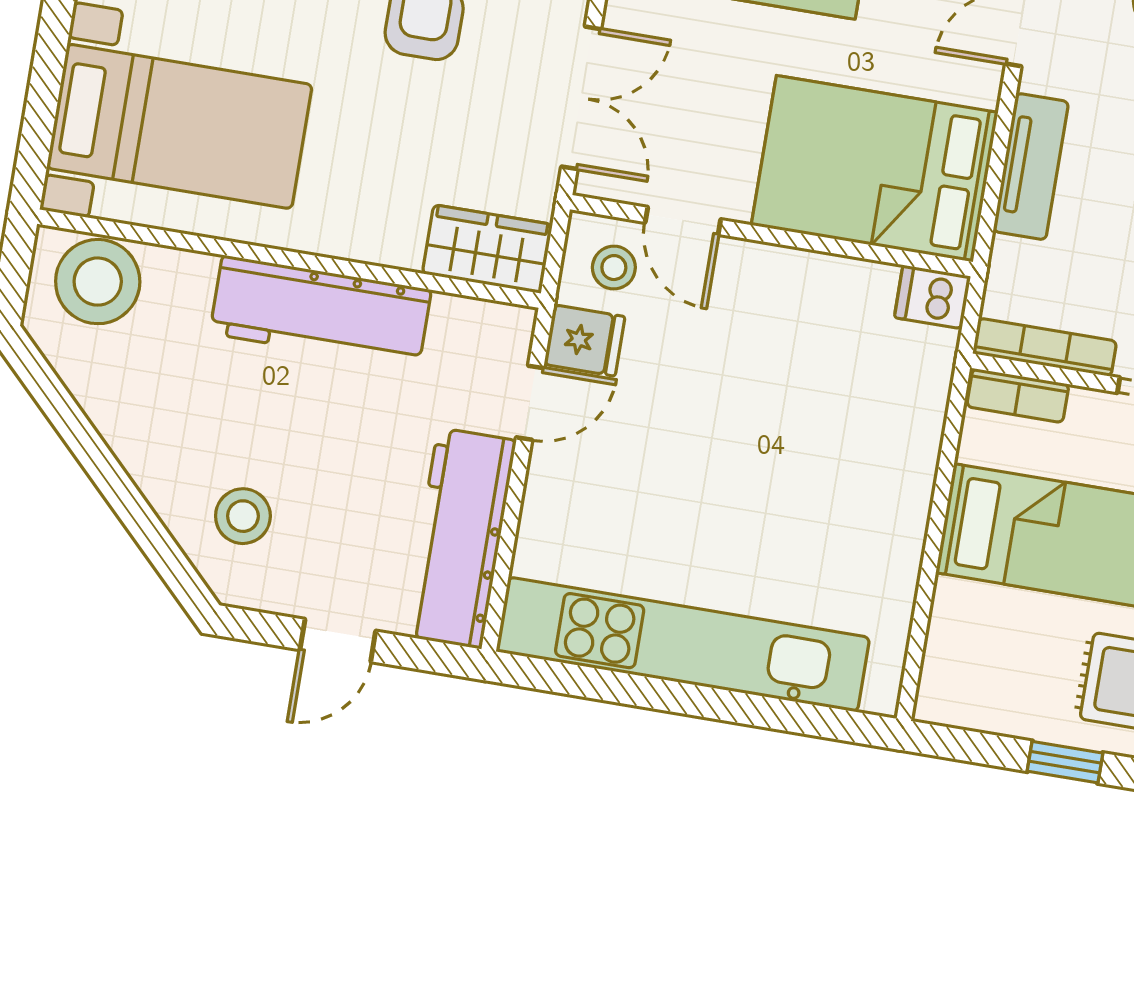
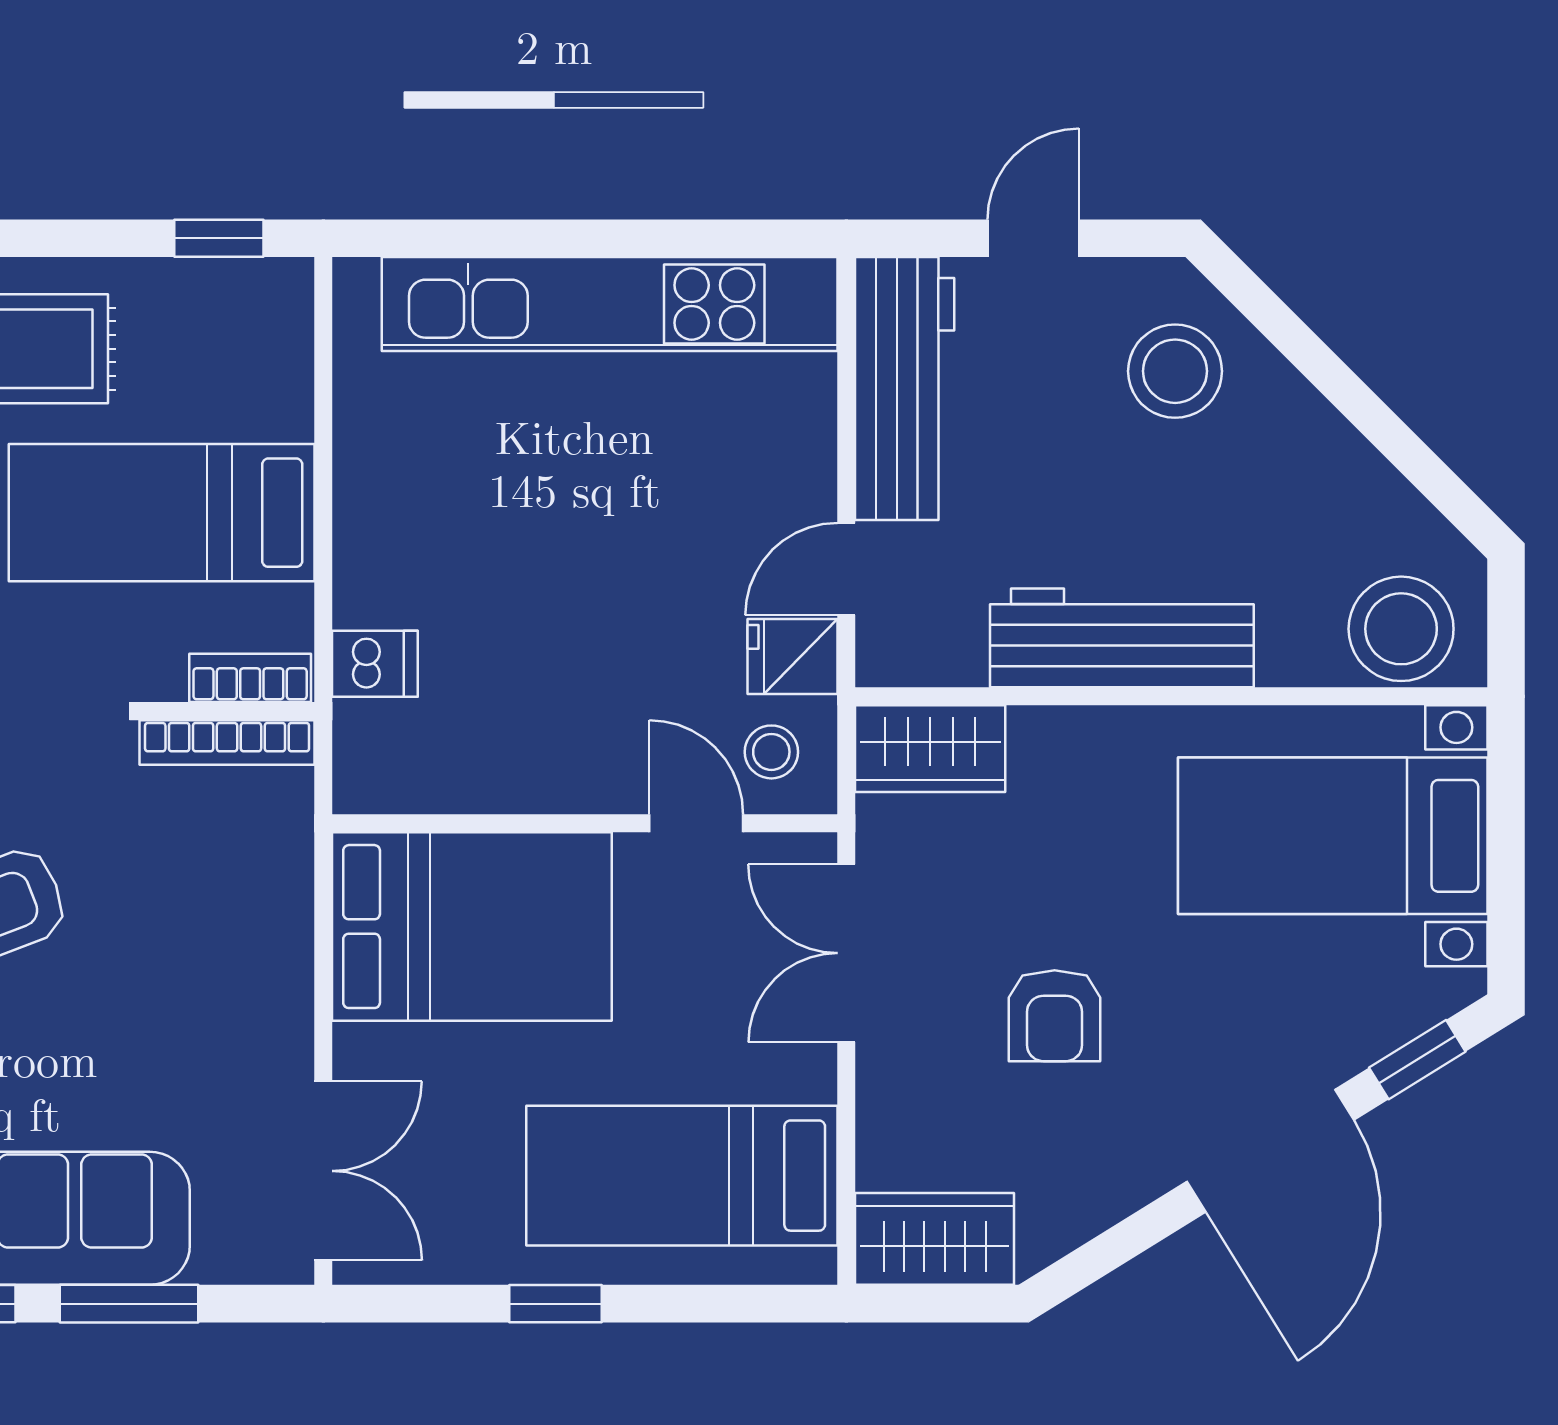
tv unit: (1031, 167) -> (281, 961), removed
dishwasher: (932, 297) -> (375, 664), moved
stool: (243, 516) -> (1175, 371), width x1.38, depth x1.38
window: (1065, 762) -> (219, 238), moved

